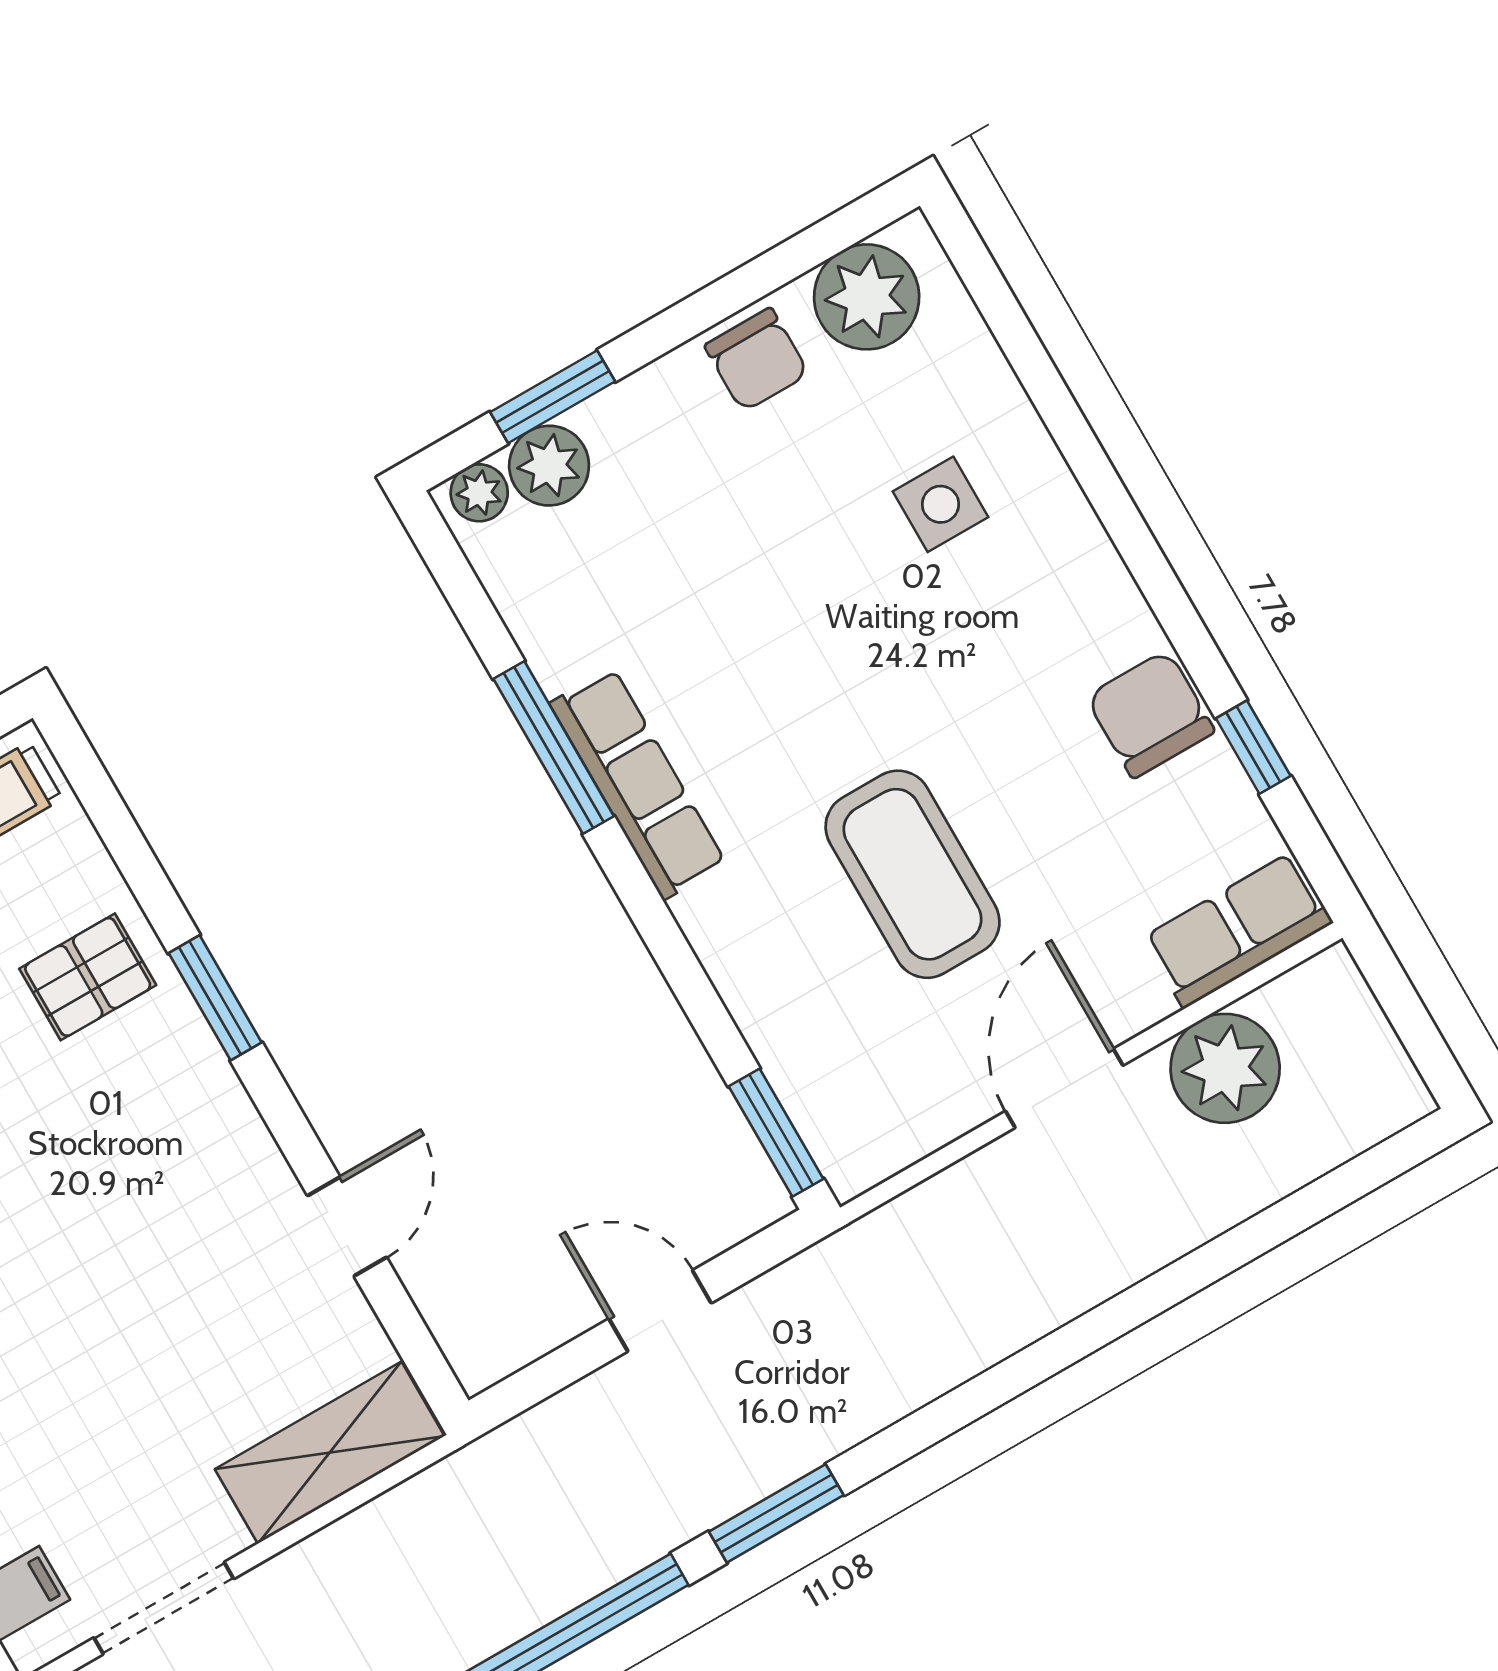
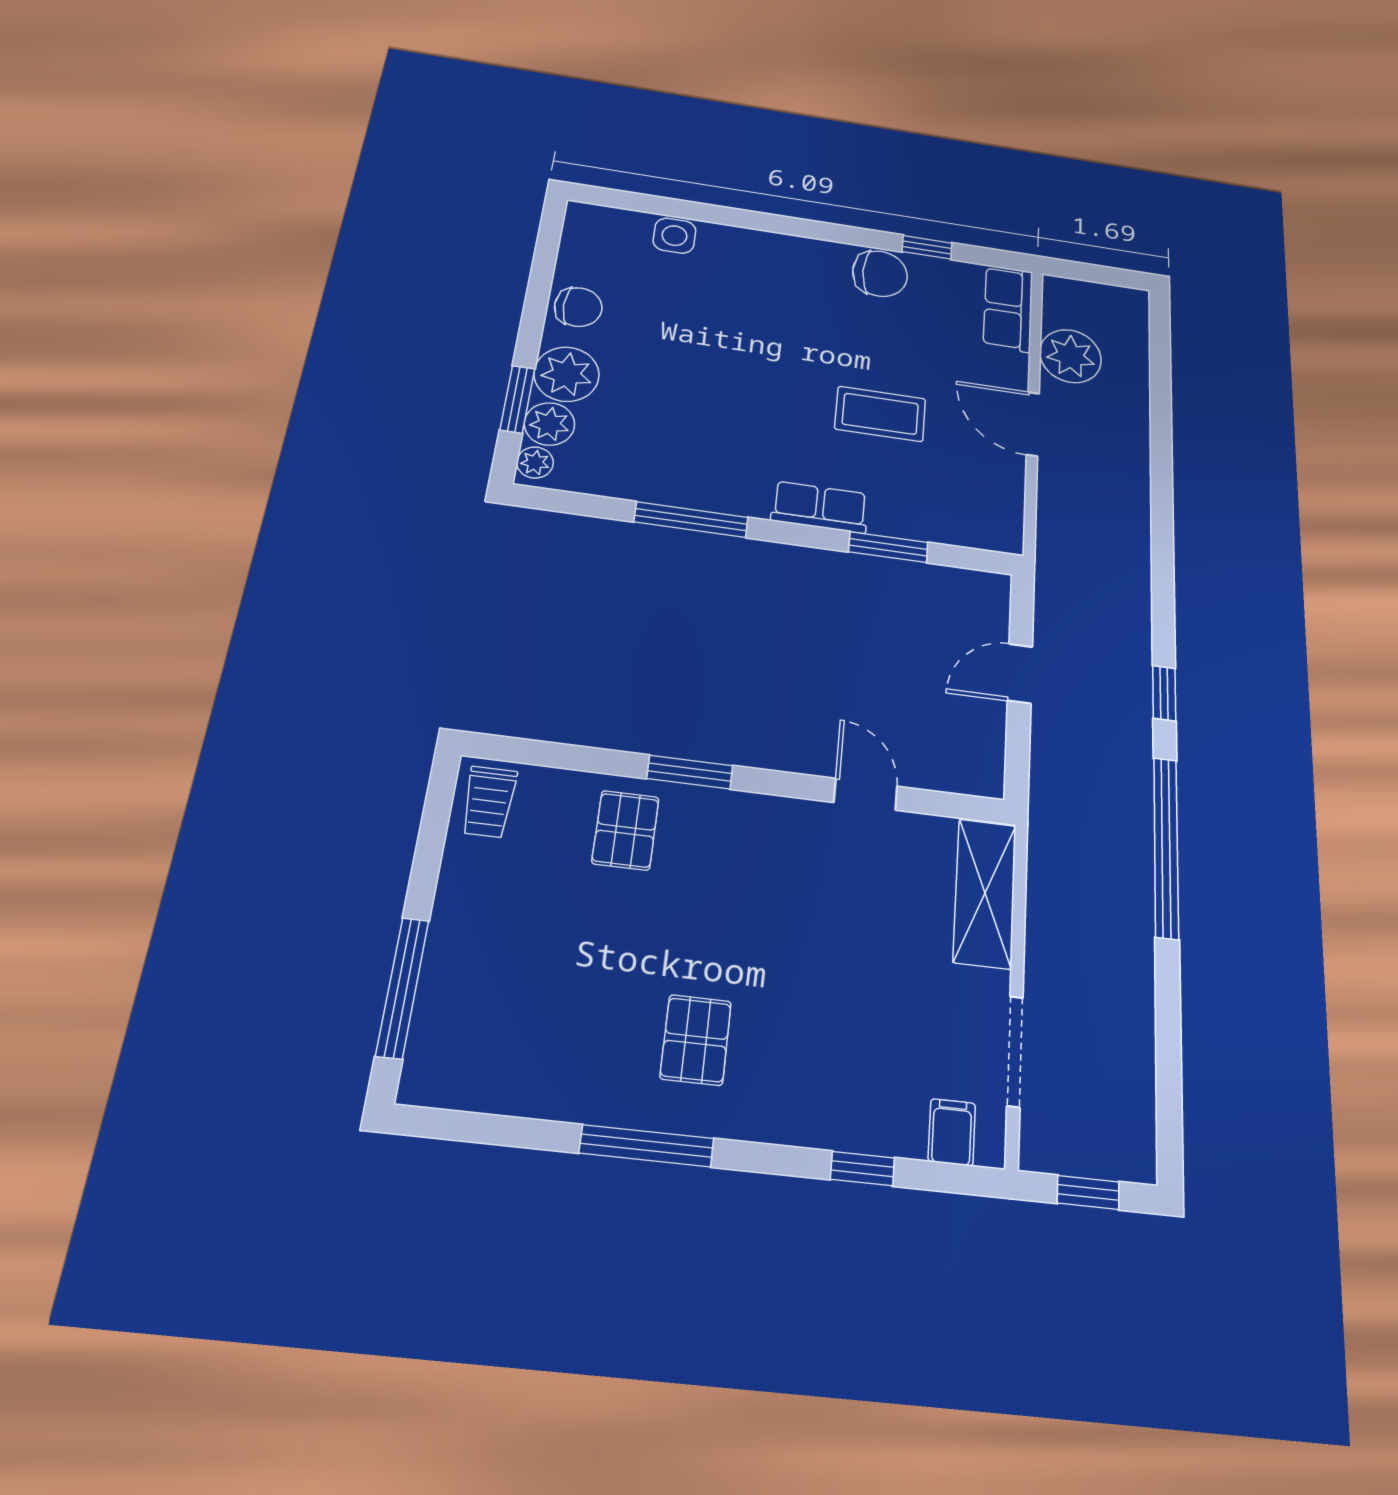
plant: (867, 297) -> (567, 374), moved
side table: (941, 504) -> (674, 236), moved
chair: (1150, 714) -> (880, 274), turned 180
row of seats: (638, 784) -> (820, 507), moved, width x0.68
coffee table: (913, 874) -> (880, 414), width x0.73, depth x0.76
window: (776, 1133) -> (888, 547), moved
window: (776, 1513) -> (1164, 693), width x0.67

